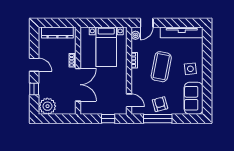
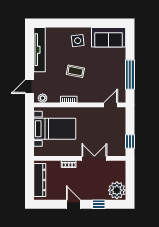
door: (147, 23) -> (29, 86), swing flipped
door: (34, 65) -> (73, 204), hinge flipped
coffee table: (161, 67) -> (75, 71), width x0.54, depth x0.58
double door: (78, 85) -> (94, 158), width x0.73
armchair: (160, 104) -> (115, 72), removed
window: (108, 119) -> (130, 142), moved

